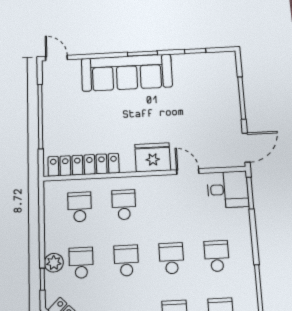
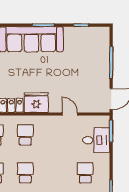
fridge: (153, 157) -> (36, 103), moved
desk: (228, 189) -> (96, 140), moved
school desk: (171, 258) -> (55, 173), removed

